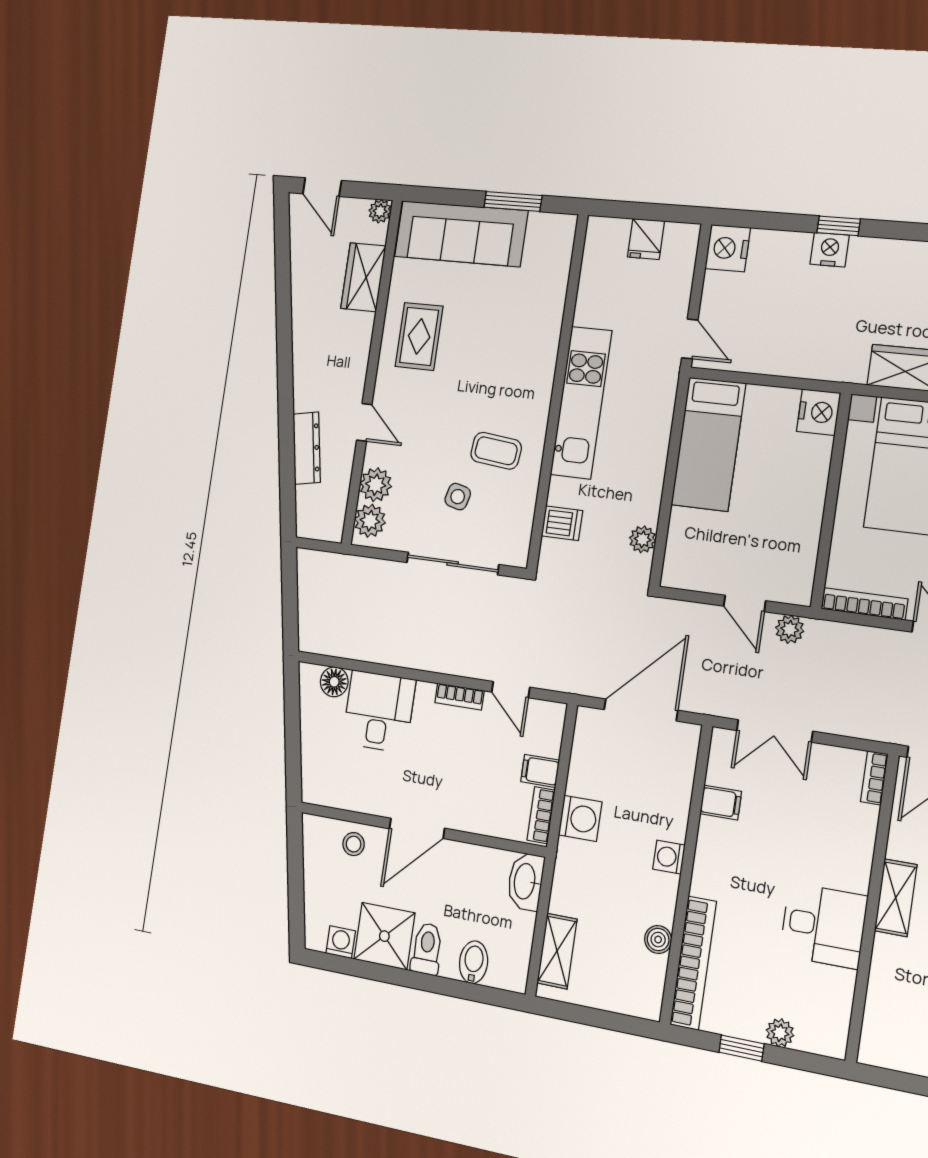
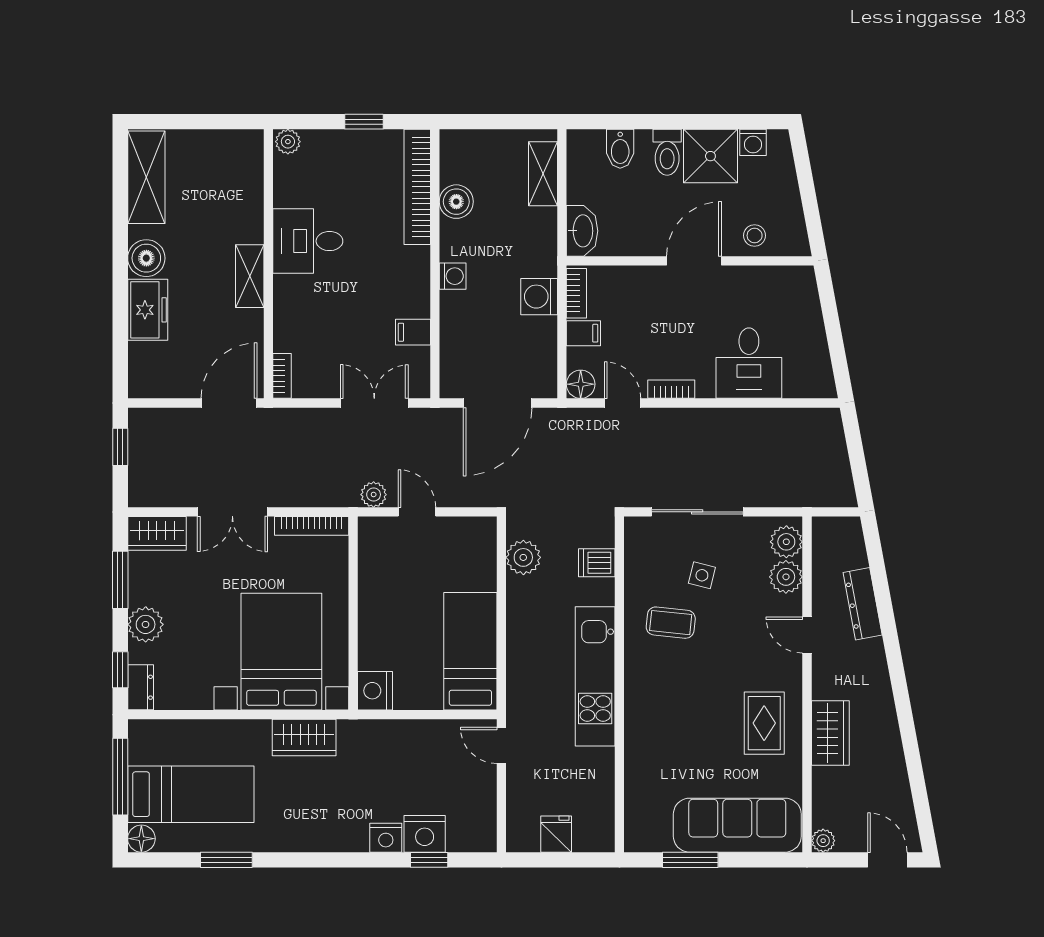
window: (839, 226) -> (429, 860), moved
nightstand: (728, 248) -> (425, 834), moved, turned 90
wardrobe: (363, 277) -> (830, 733), moved
plant: (643, 539) -> (523, 557), width x1.38, depth x1.38
floor lamp: (334, 682) -> (581, 384), moved
boiler: (658, 940) -> (456, 202), width x1.36, depth x1.36
plant: (780, 1033) -> (288, 142), moved

